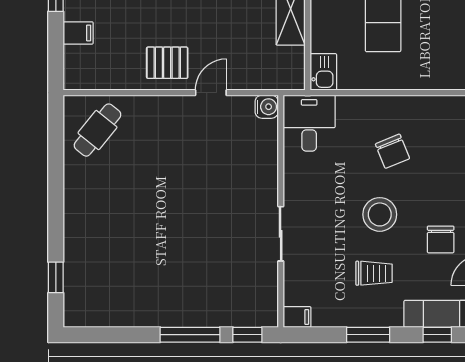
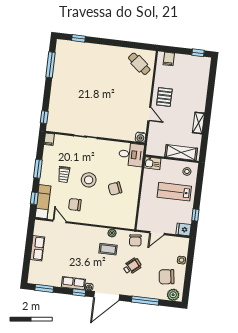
filing cabinet: (78, 33) -> (169, 59), moved
window: (190, 335) -> (50, 65), moved

